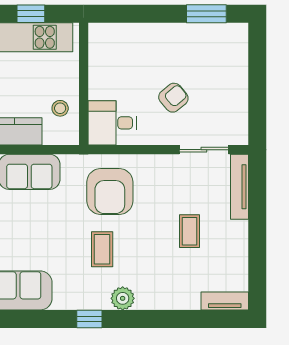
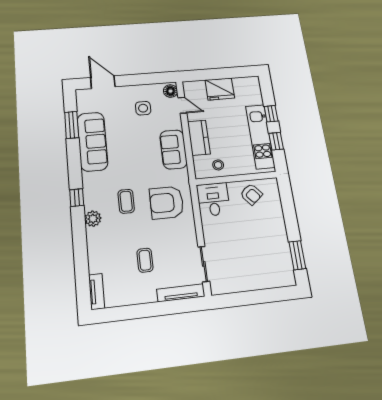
armchair: (173, 98) -> (251, 194), moved
coffee table: (189, 231) -> (145, 260), turned 90
coffee table: (102, 249) -> (126, 201), turned 90

